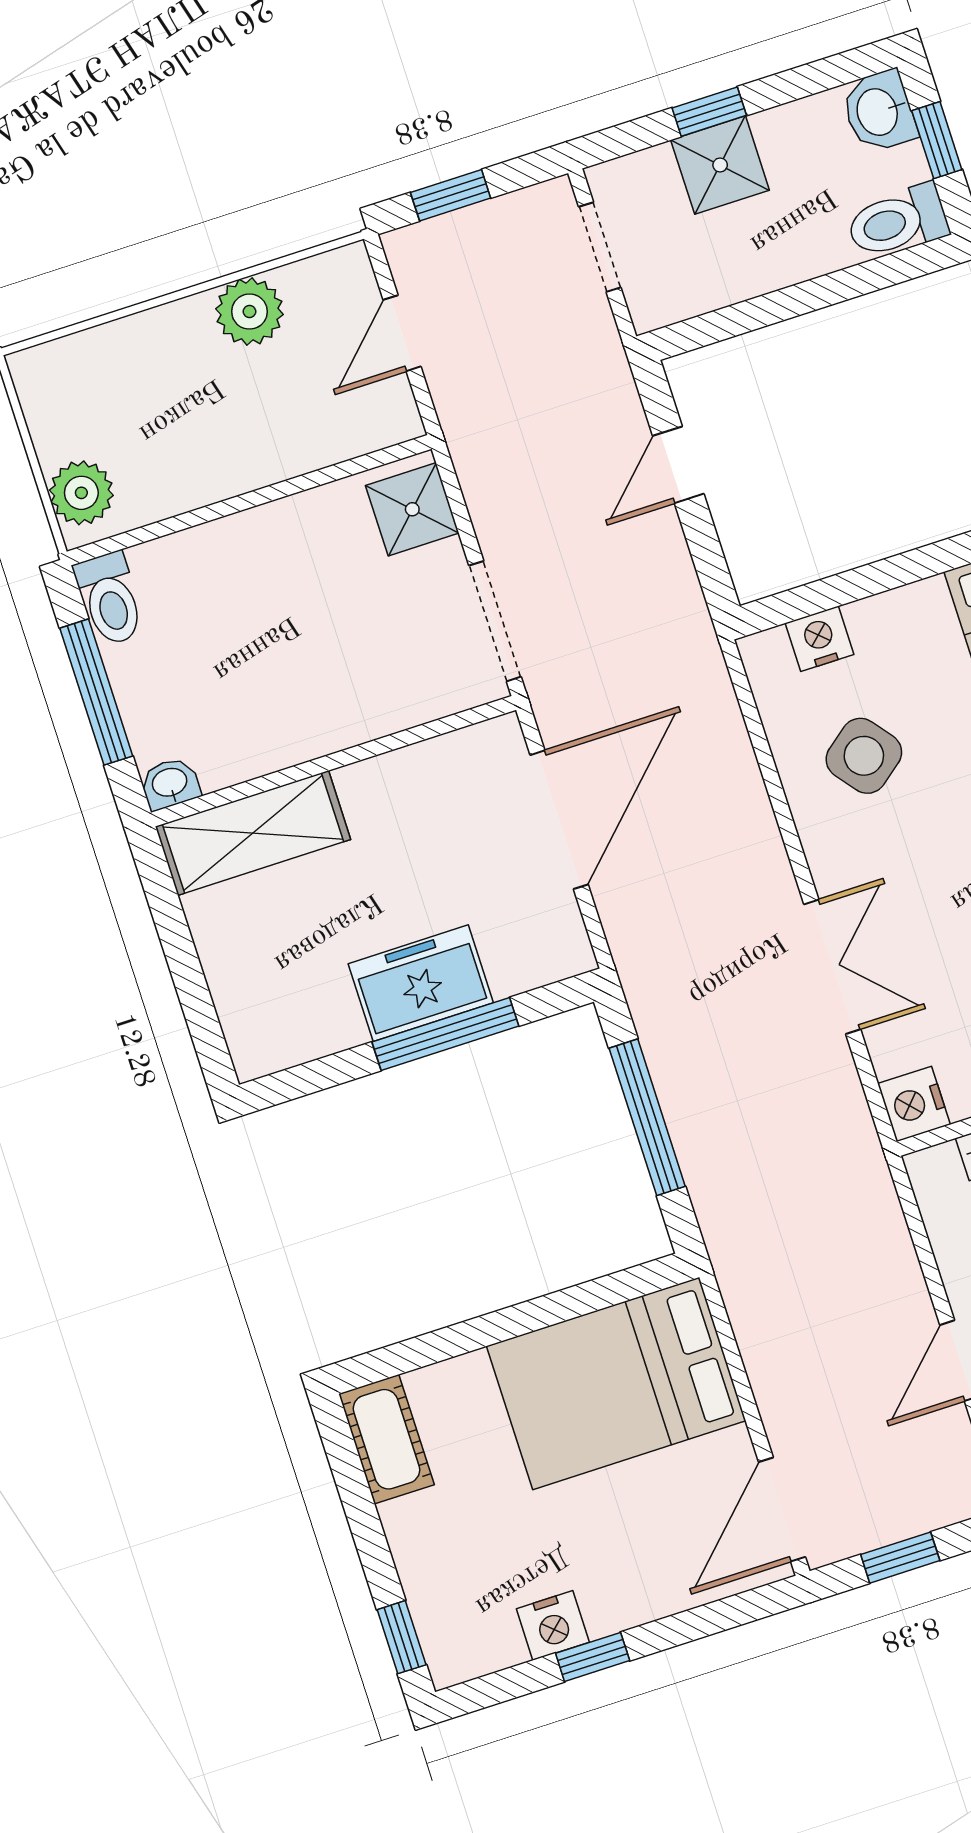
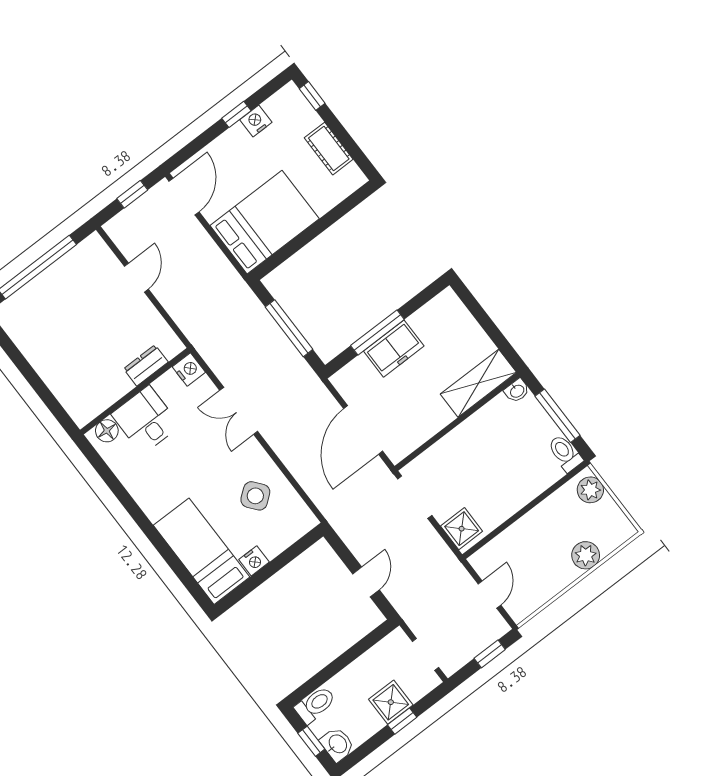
plant: (249, 312) -> (586, 555), moved
nightstand: (820, 639) -> (254, 561), moved
cot: (386, 1439) -> (329, 149), moved

